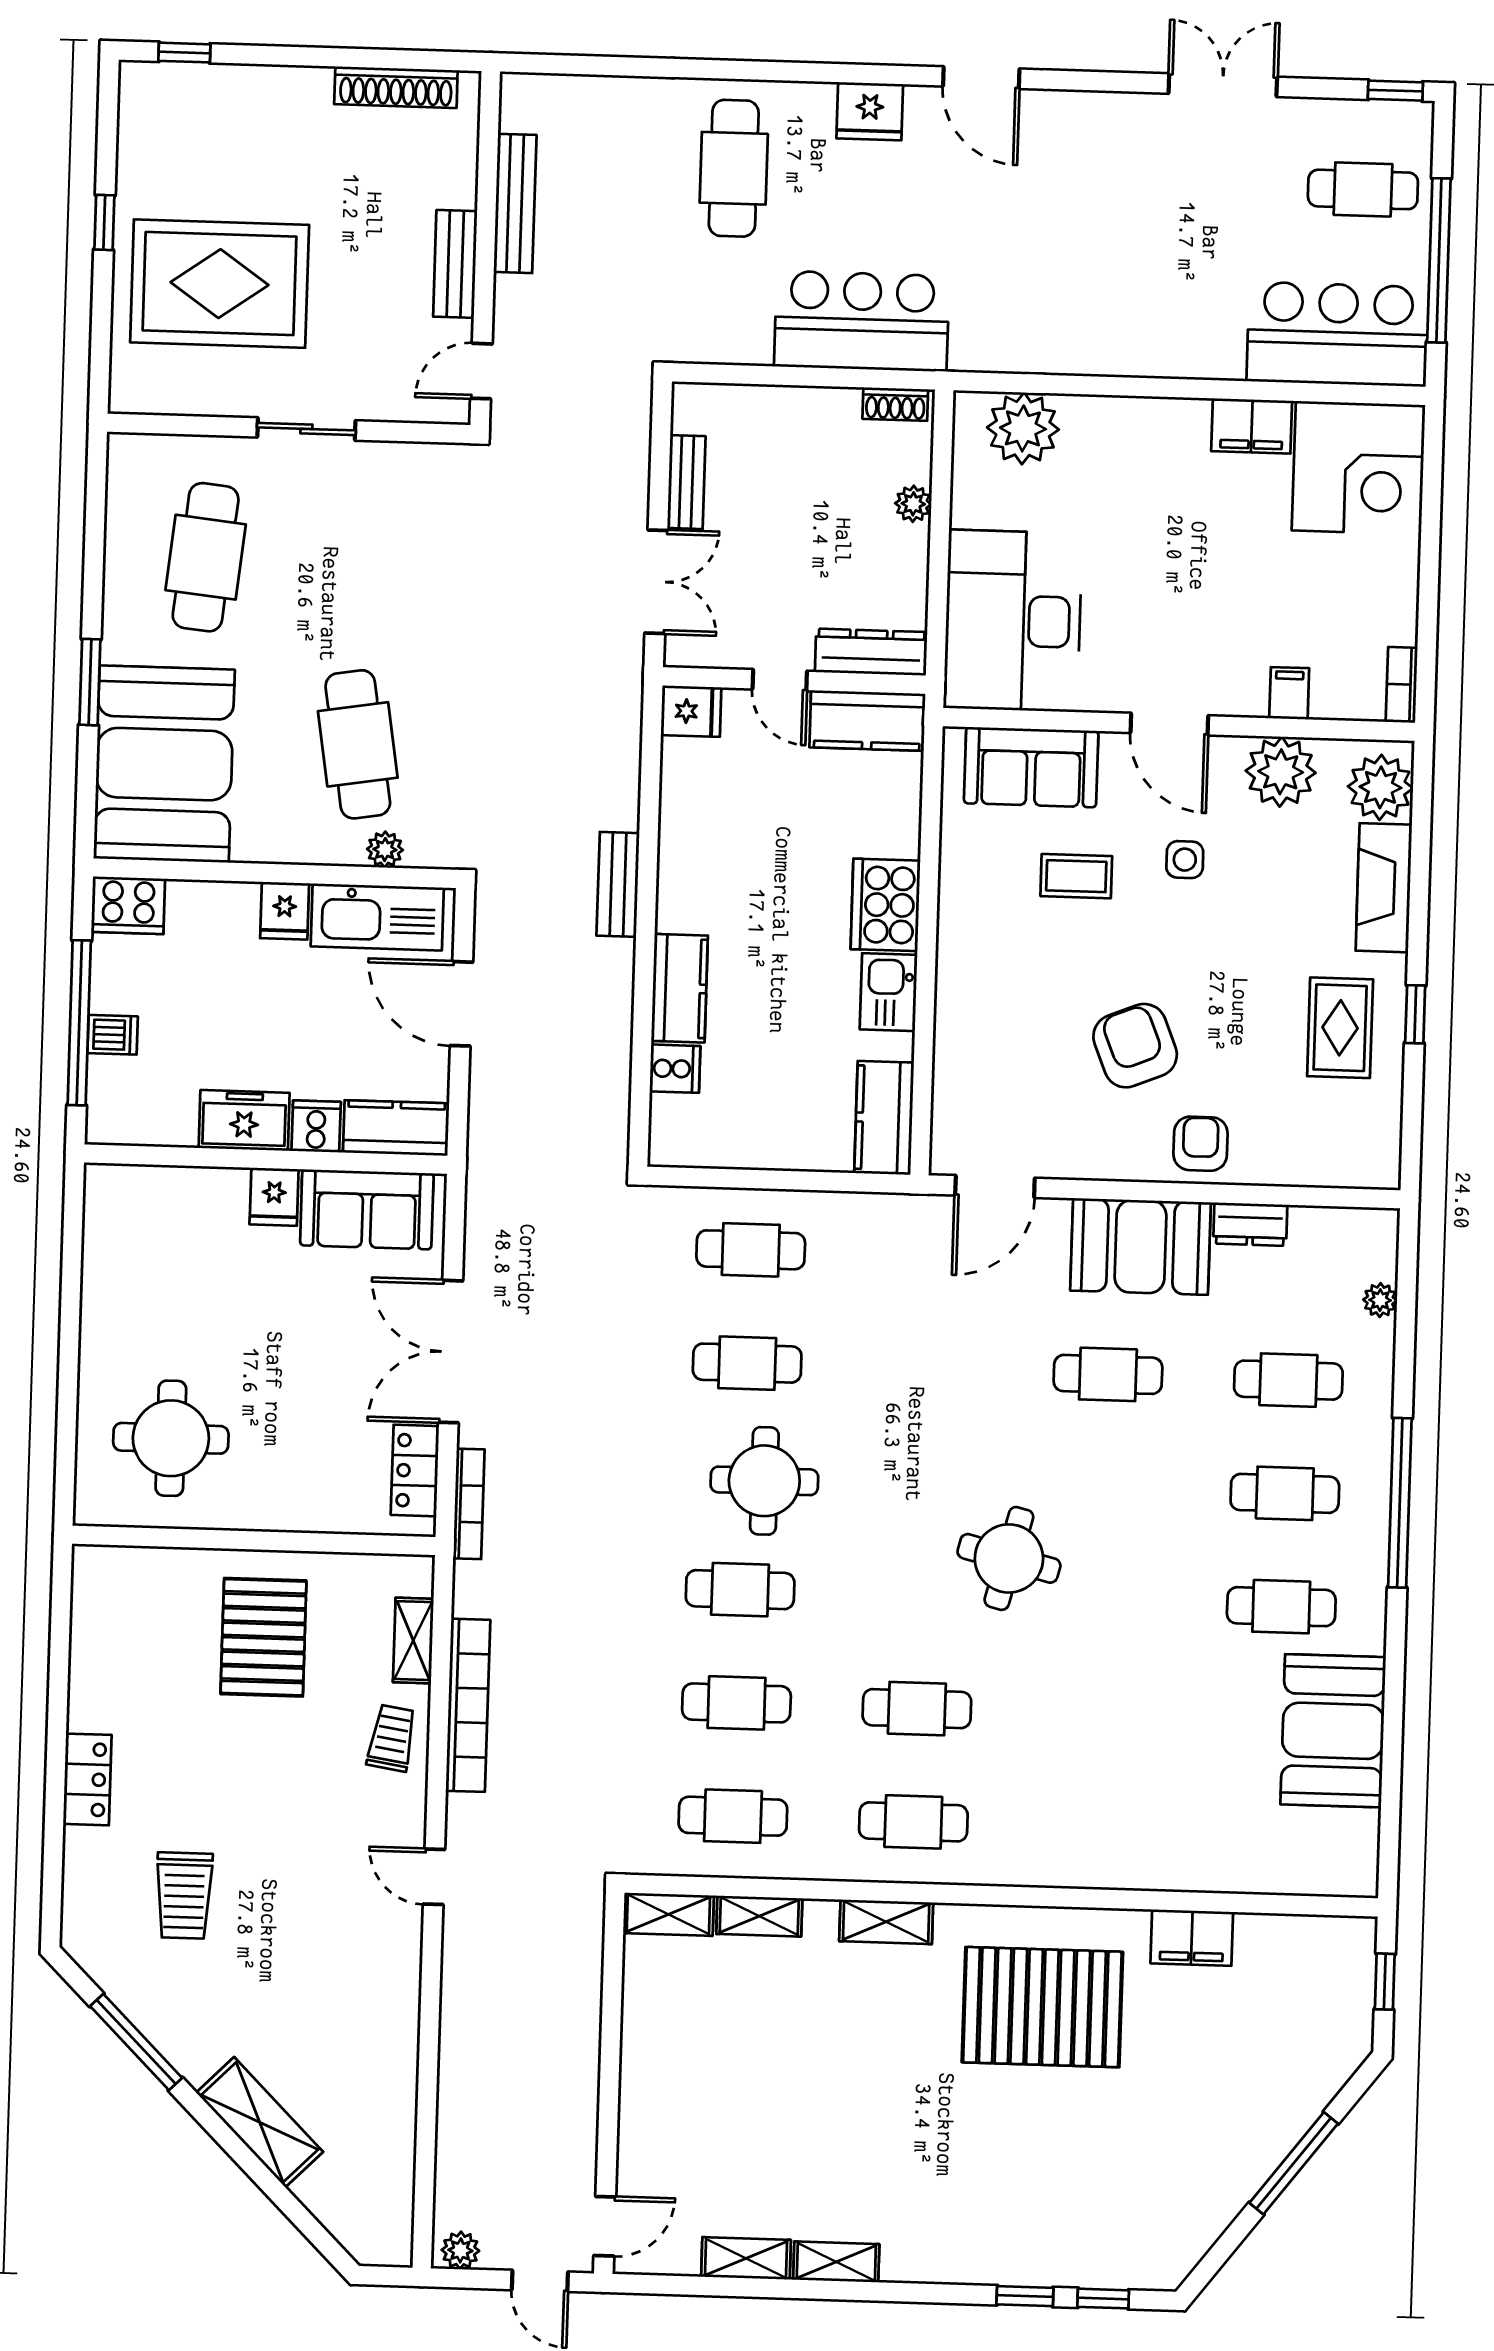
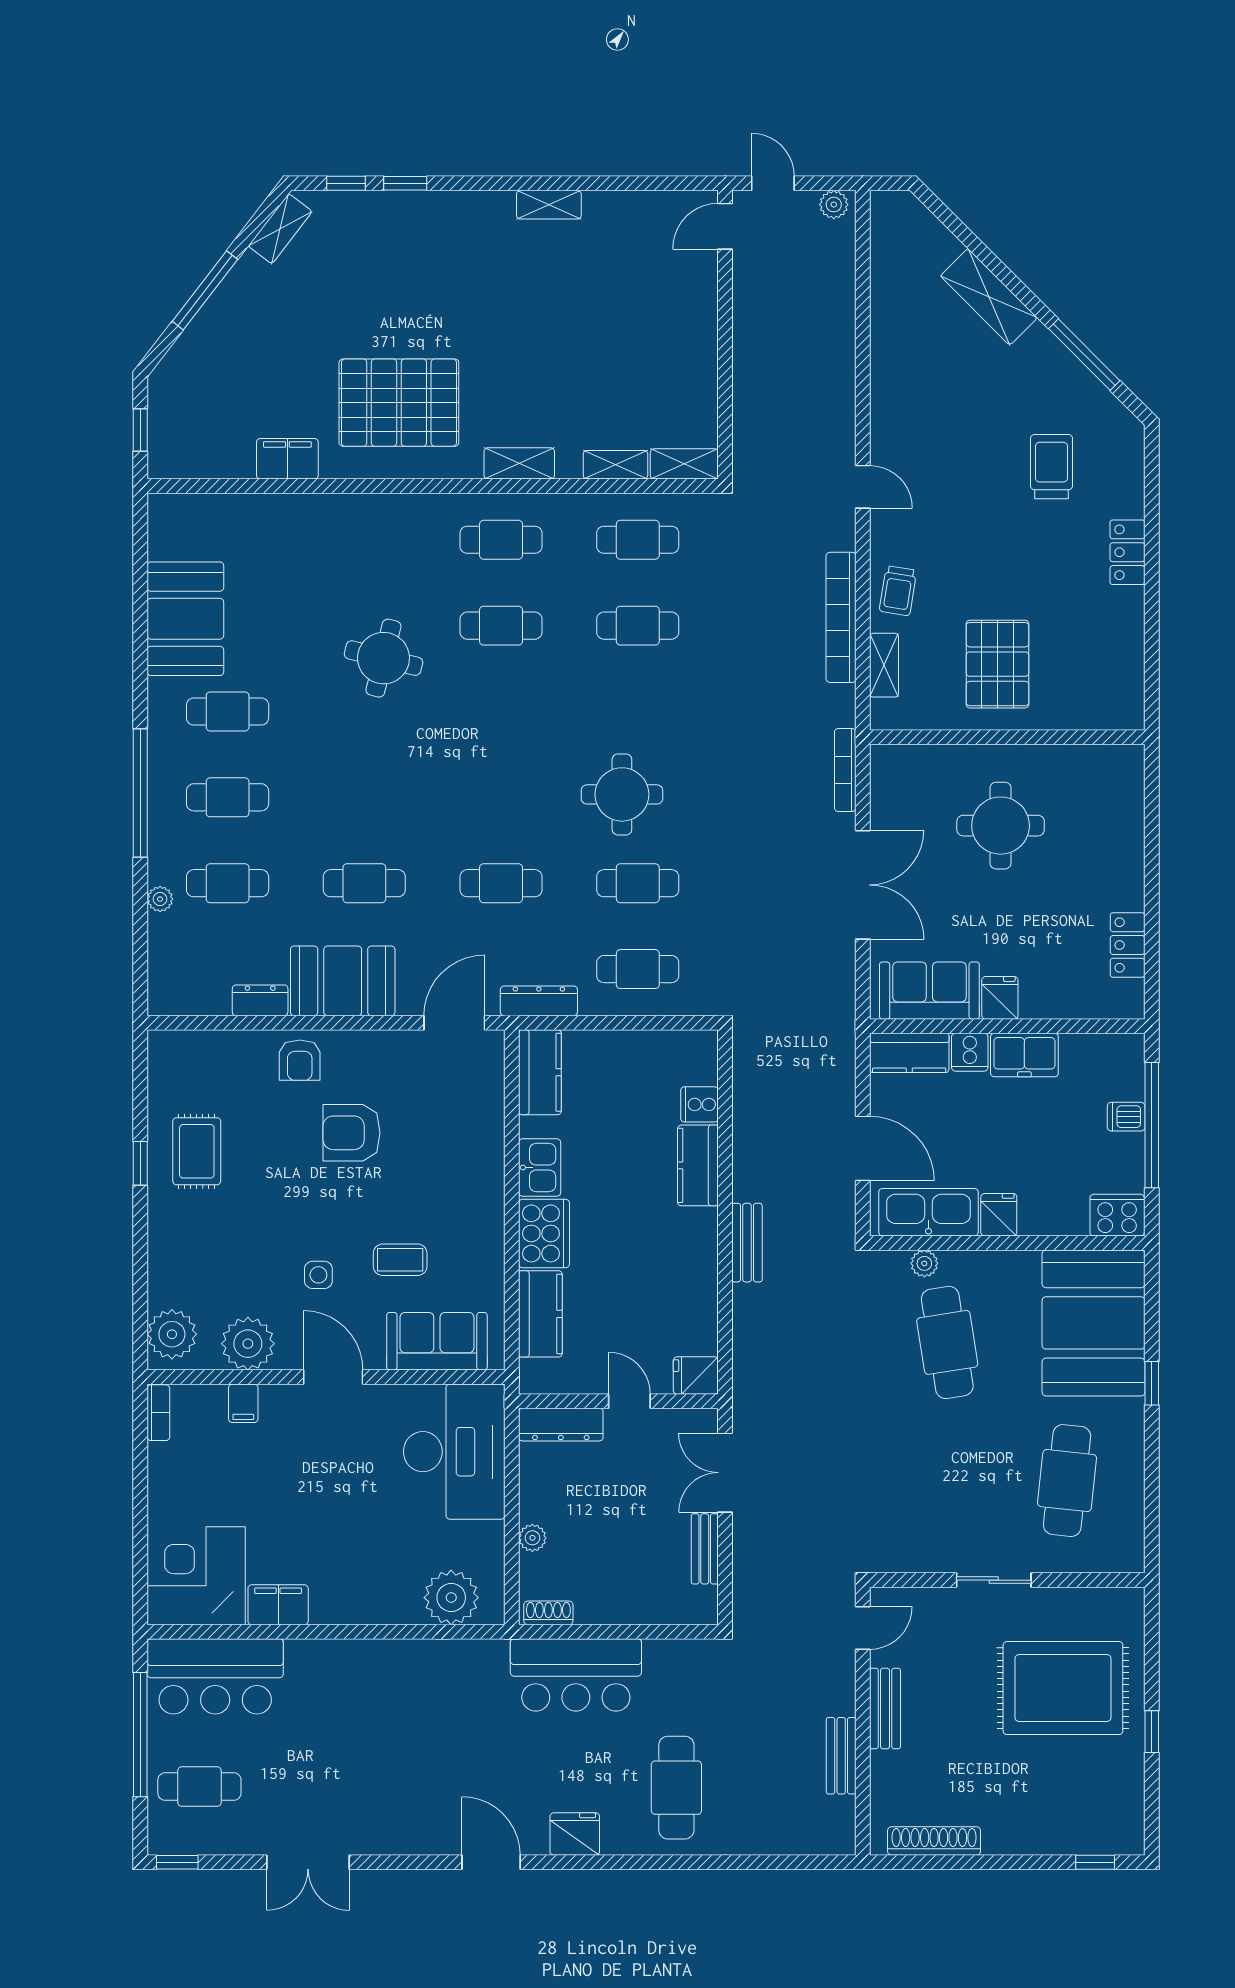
bench: (515, 203) -> (841, 1756), width x0.73
window: (90, 682) -> (1152, 1383), width x0.67
kitchen counter: (867, 721) -> (540, 1314), moved, turned 90
fireplace: (1384, 888) -> (167, 1258), removed
armchair: (1135, 1046) -> (352, 1133), turned 112
dresser: (883, 1212) -> (539, 1001), added
plant: (1380, 1300) -> (160, 899), moved
round table: (171, 1438) -> (1001, 826), moved
locker: (415, 1470) -> (1128, 945), moved, turned 180
round table: (1009, 1558) -> (383, 658), moved
cafe table: (740, 1590) -> (501, 883), moved
shelving: (746, 2258) -> (280, 229), moved, turned -52

